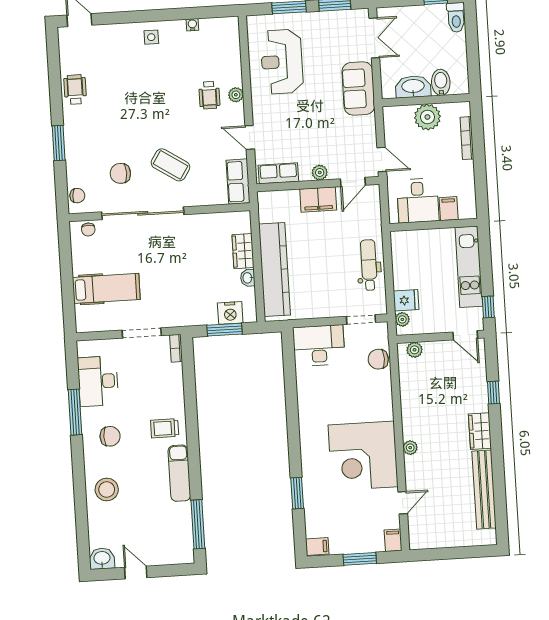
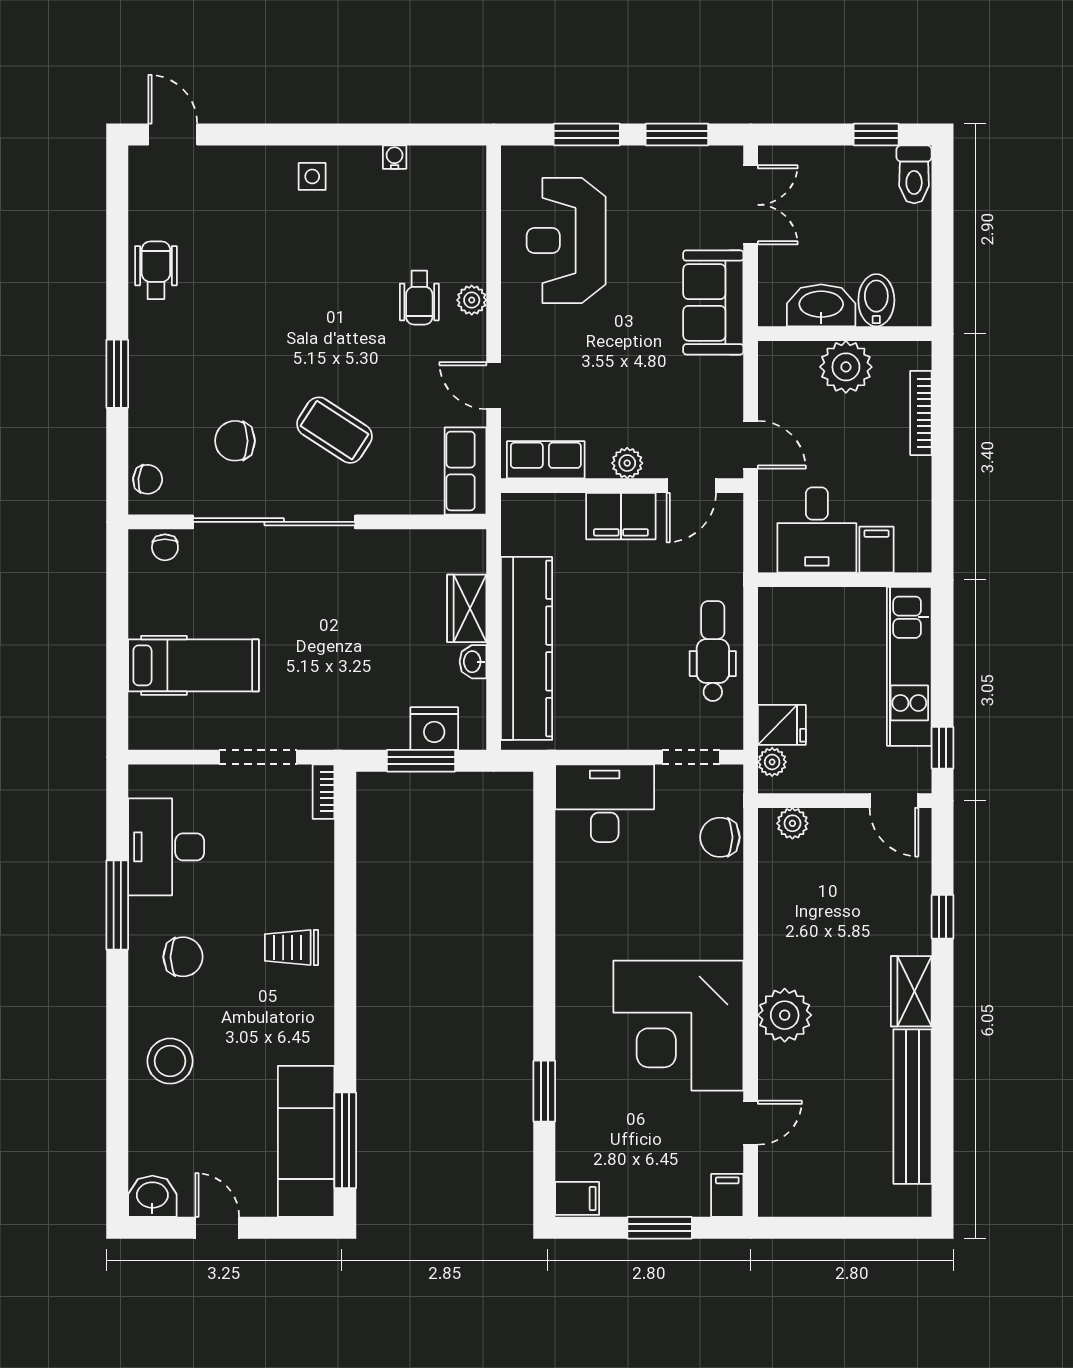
plant: (410, 448) -> (785, 1015), width x1.88, depth x1.88
exam couch: (179, 473) -> (306, 1141), moved, width x1.36, depth x1.45

